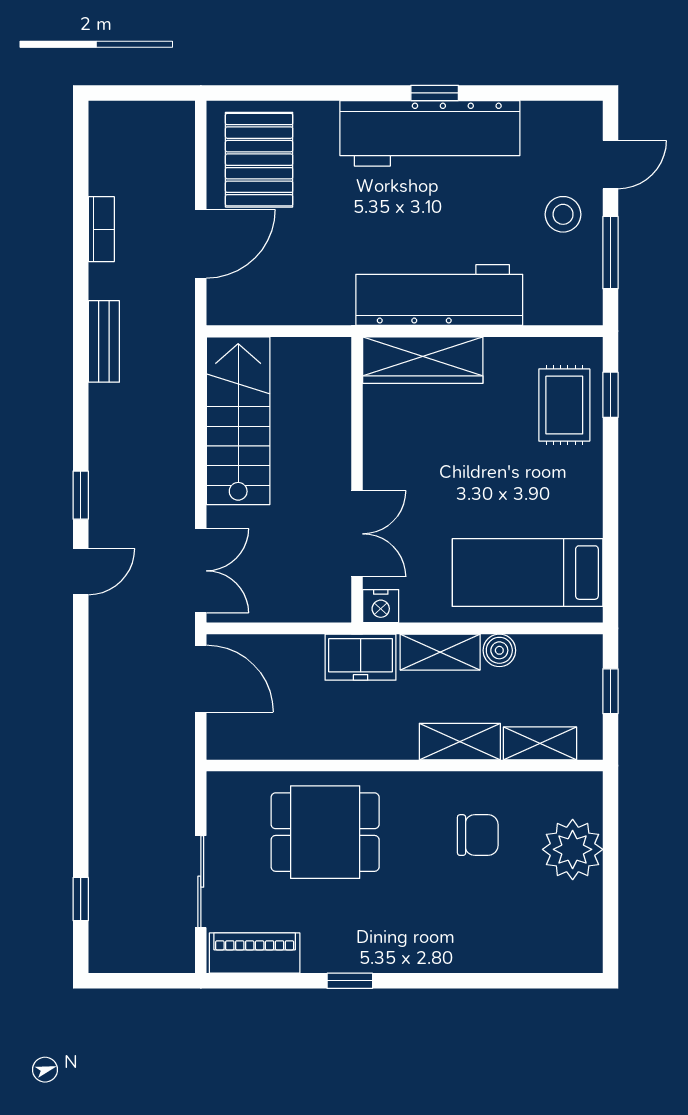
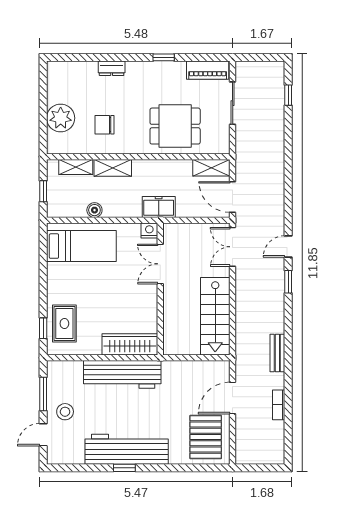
shelving: (440, 652) -> (211, 168), moved
dresser: (462, 957) -> (112, 68), added

